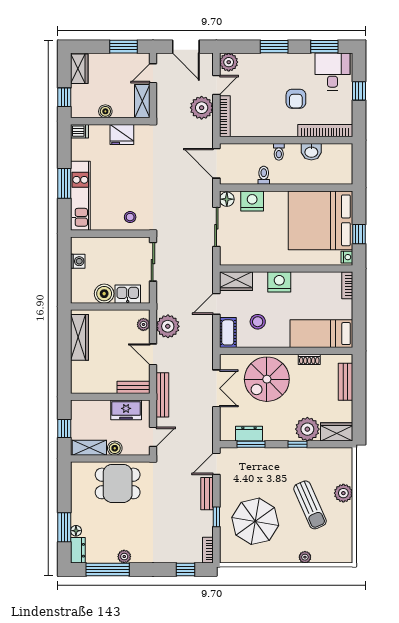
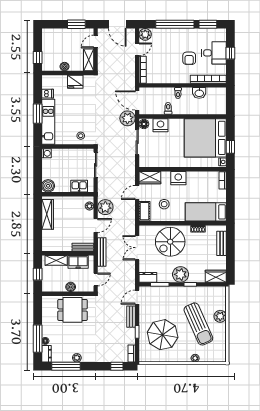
window: (274, 47) -> (175, 24), width x2.11
wardrobe: (79, 69) -> (47, 39), removed
desk: (332, 72) -> (214, 53), moved, turned 90
plant: (202, 108) -> (127, 118), moved
dishwasher: (80, 131) -> (48, 94), moved
washing machine: (78, 261) -> (46, 153), moved
boiler: (104, 294) -> (48, 186), moved
door: (153, 354) -> (96, 225), swing flipped
double door: (216, 388) -> (137, 248), swing flipped
plant: (307, 429) -> (181, 274), moved
dresser: (249, 434) -> (148, 277), moved
shelving: (89, 448) -> (56, 260), moved
sun lounger: (310, 505) -> (198, 324), width x1.36, depth x1.34
window: (64, 527) -> (38, 339), width x1.44

